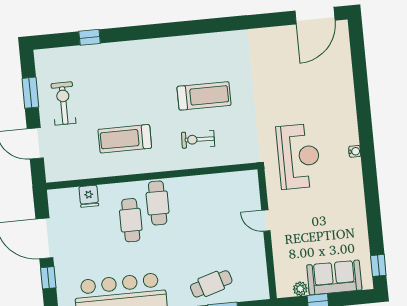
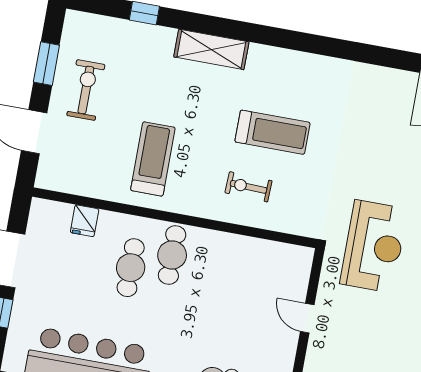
shelving: (144, 50) -> (211, 49), added
treadmill: (125, 139) -> (153, 159), turned 90

